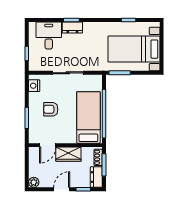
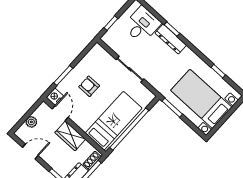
dresser: (72, 28) -> (171, 39), width x1.44
nightstand: (34, 86) -> (55, 97), moved
door: (48, 145) -> (60, 113), swing flipped
plant: (34, 182) -> (31, 122), moved
door: (62, 189) -> (30, 152), moved

